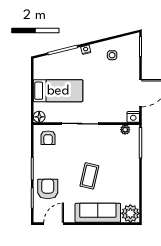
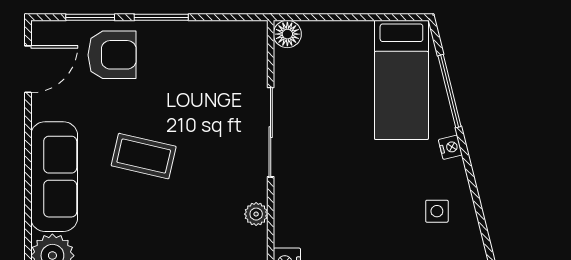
bed: (58, 91) -> (401, 80), moved
plant: (125, 130) -> (256, 214), moved
armchair: (48, 138) -> (236, 56), removed
door: (54, 224) -> (28, 69), hinge flipped

